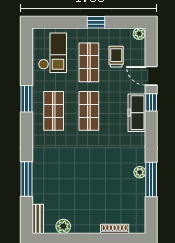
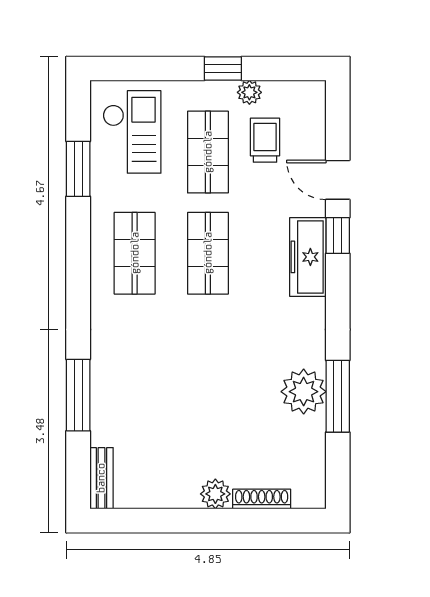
plant: (139, 34) -> (249, 92), moved
window: (27, 99) -> (78, 169), moved
plant: (140, 172) -> (304, 392), width x1.88, depth x1.88
plant: (63, 226) -> (215, 494), moved

